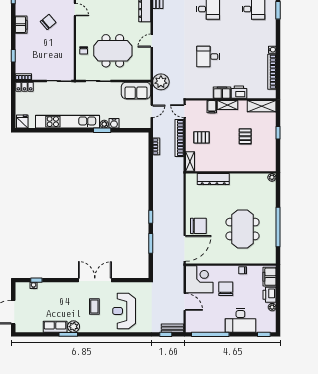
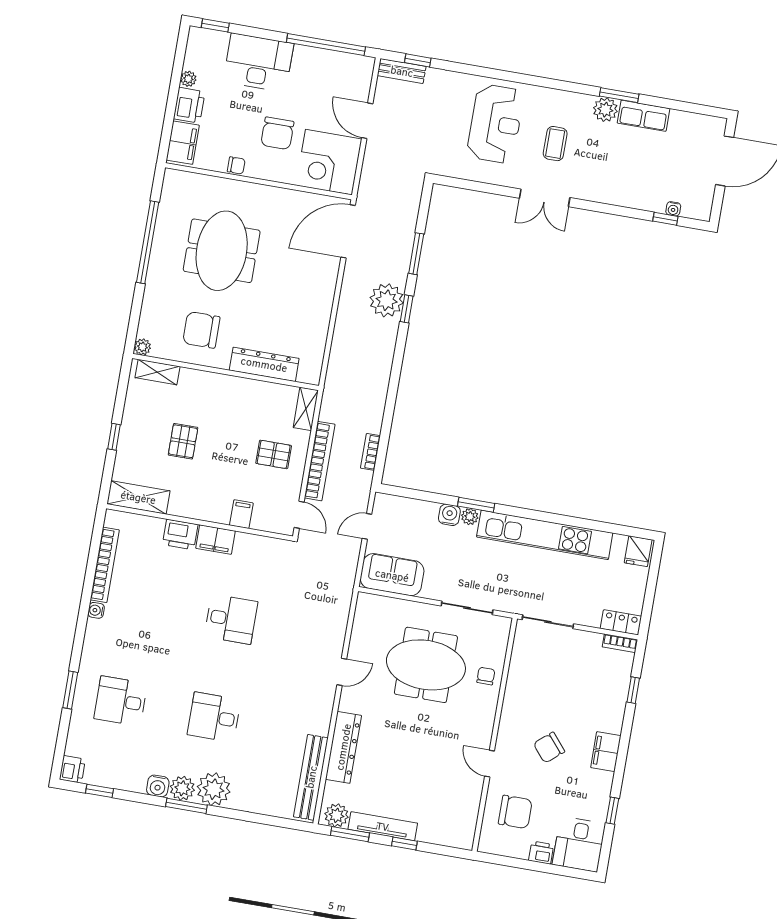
plant: (161, 82) -> (387, 300), moved
shelving: (227, 105) -> (157, 372), moved
chair: (198, 226) -> (201, 330), moved
double door: (95, 280) -> (545, 198), width x0.73

